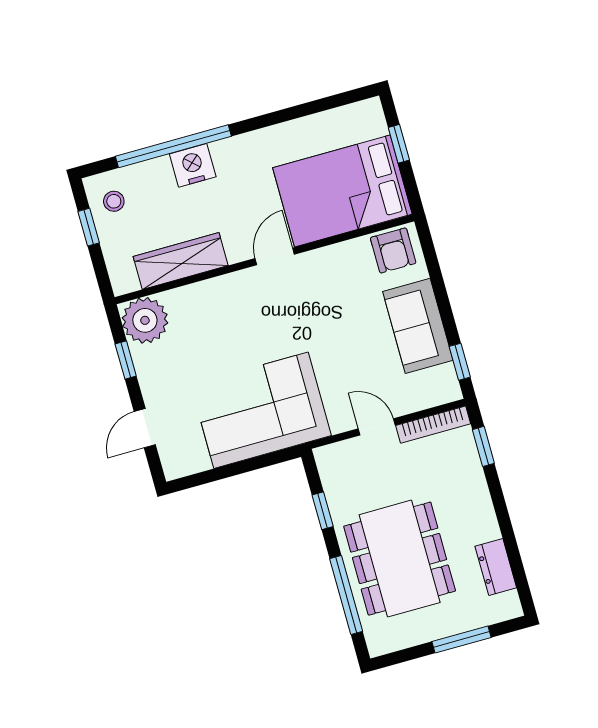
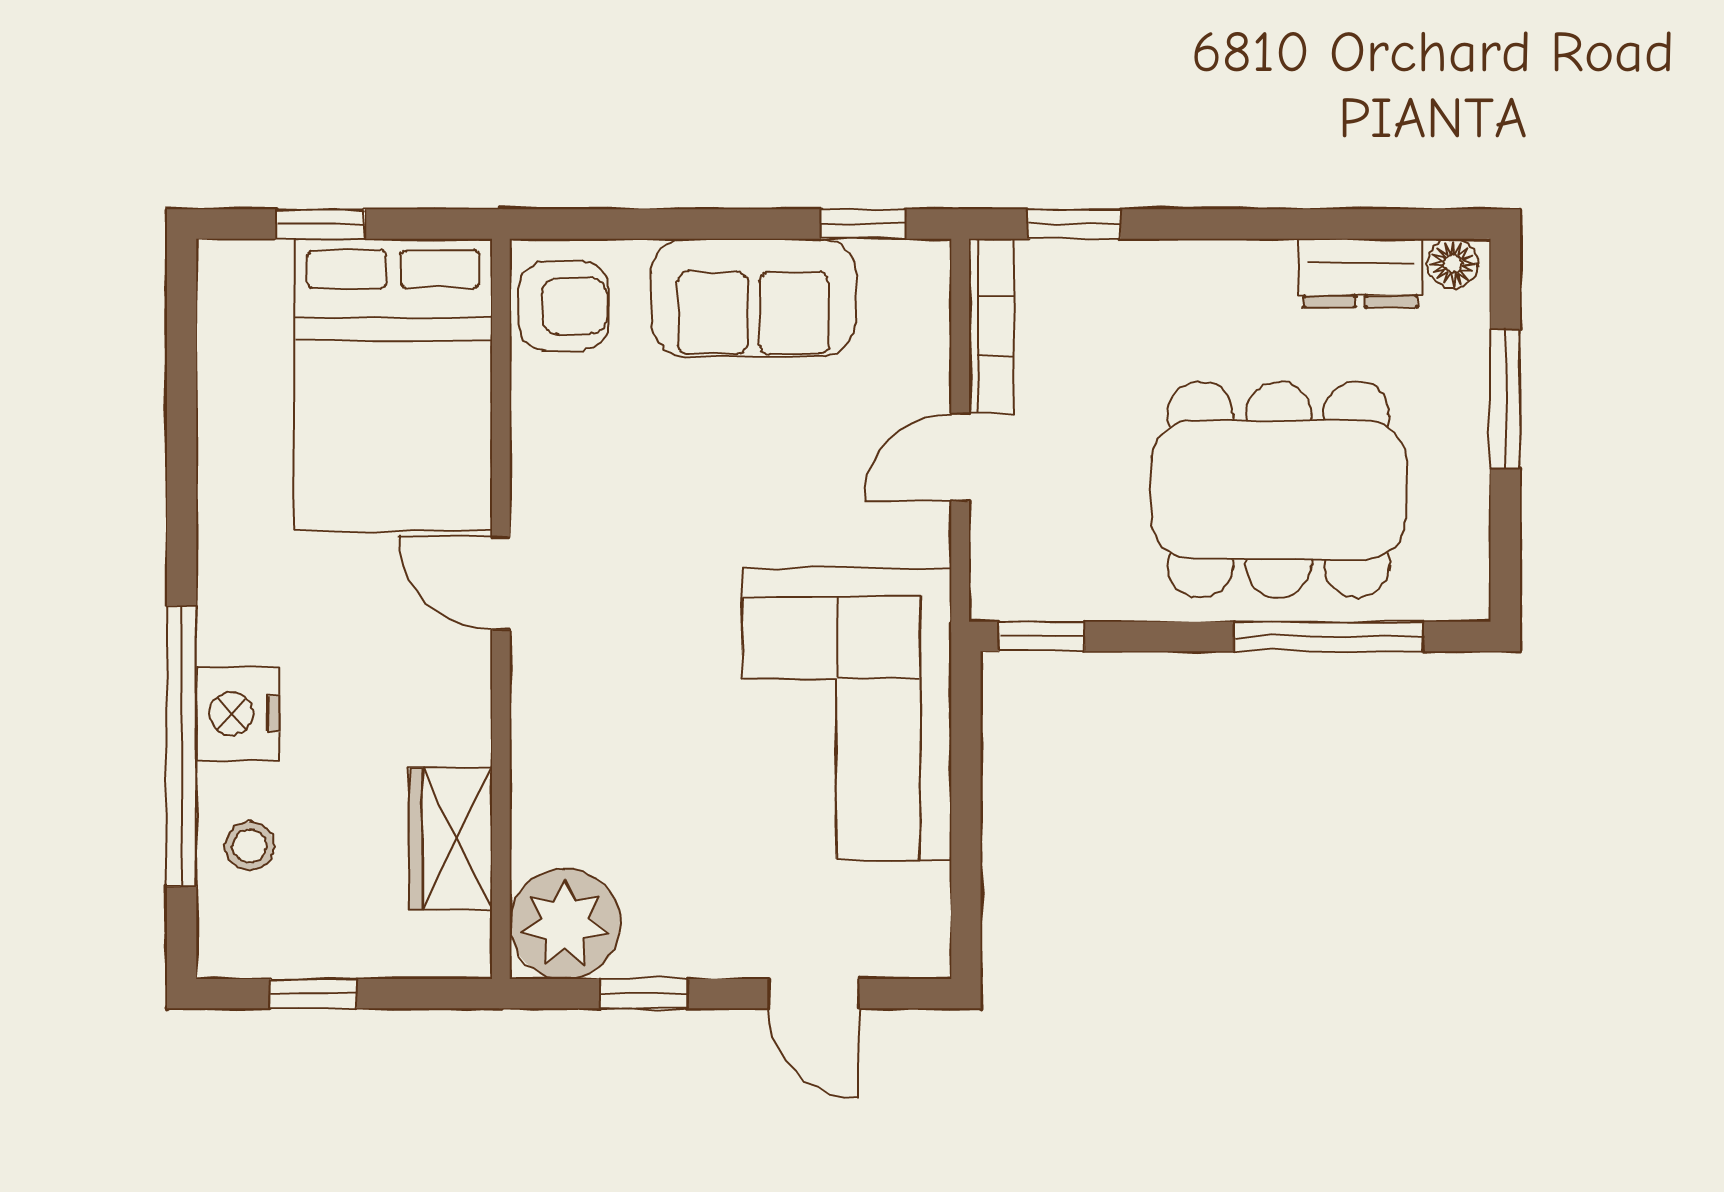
stool: (114, 201) -> (250, 846), moved
wardrobe: (181, 261) -> (451, 839), width x0.67
window: (323, 511) -> (1041, 637), moved
floor lamp: (510, 603) -> (1453, 264), added

